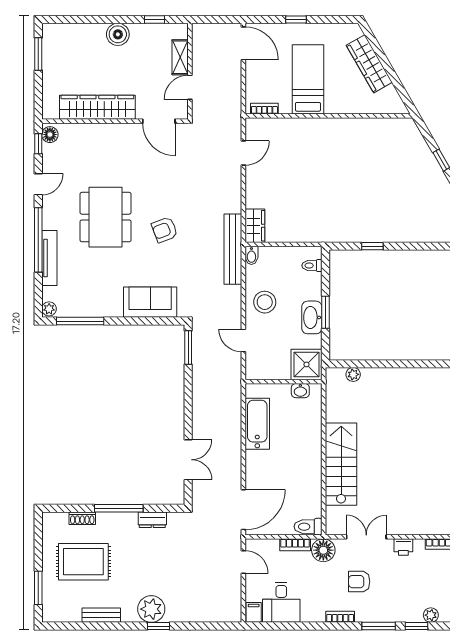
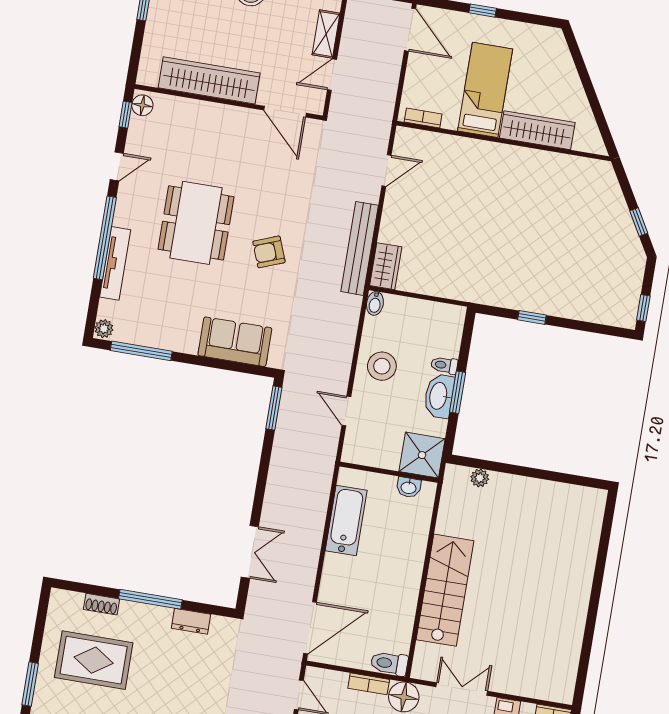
wardrobe: (369, 64) -> (537, 130), moved, turned 120
bench: (233, 249) -> (360, 248), moved
toilet: (312, 266) -> (444, 365), moved

